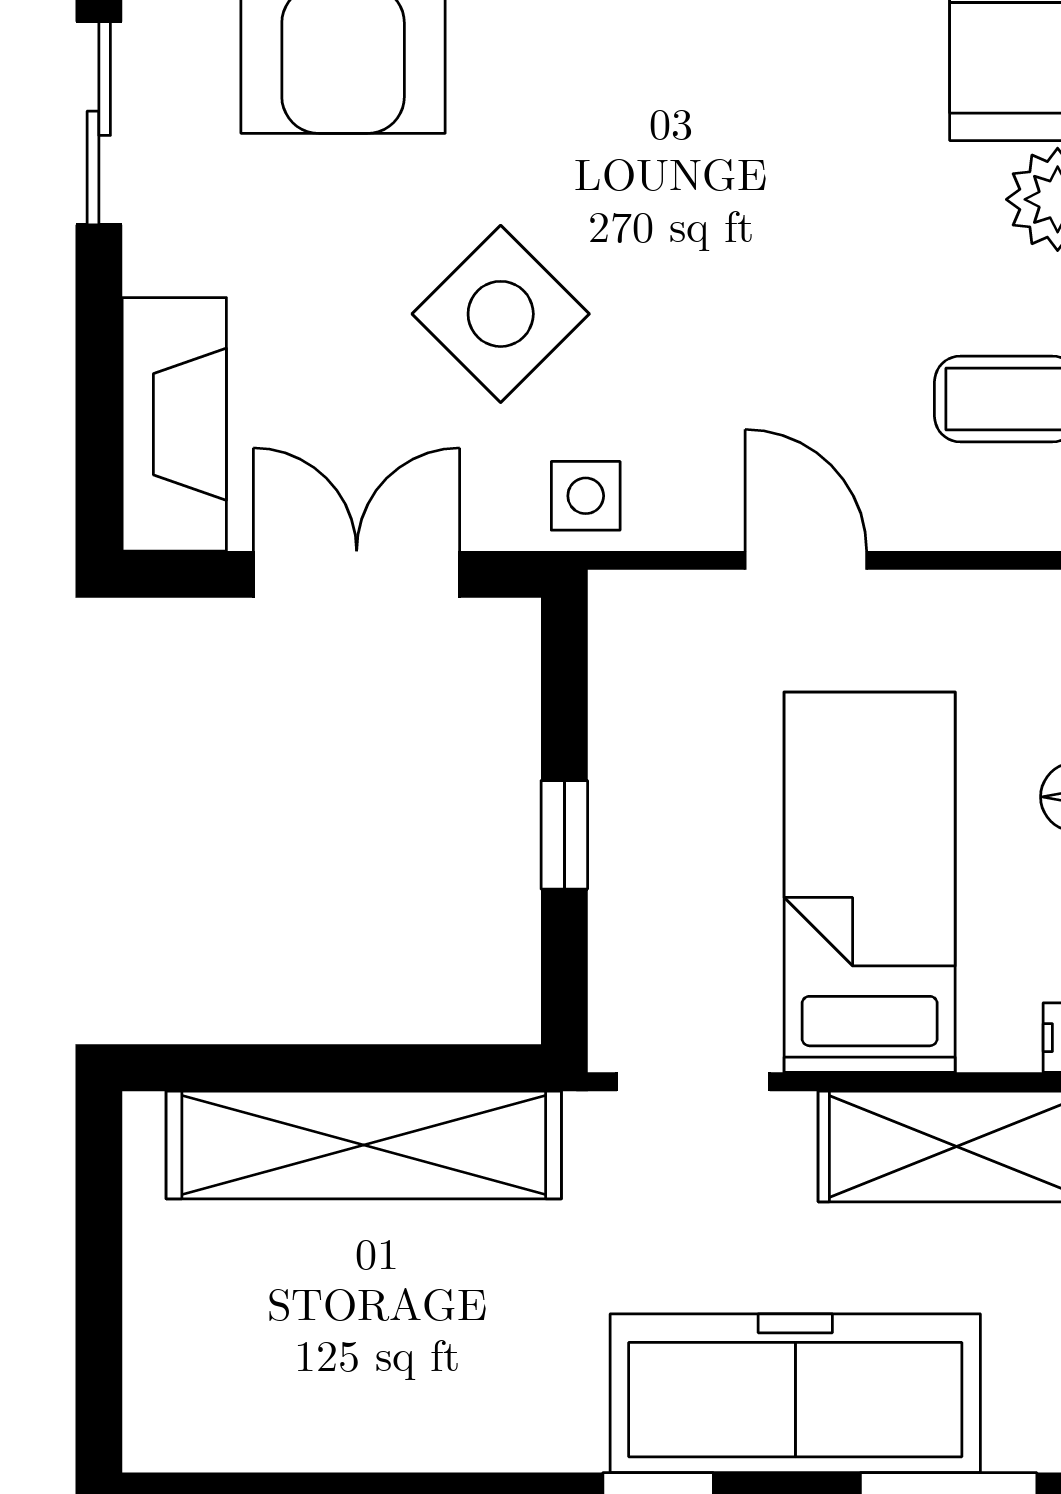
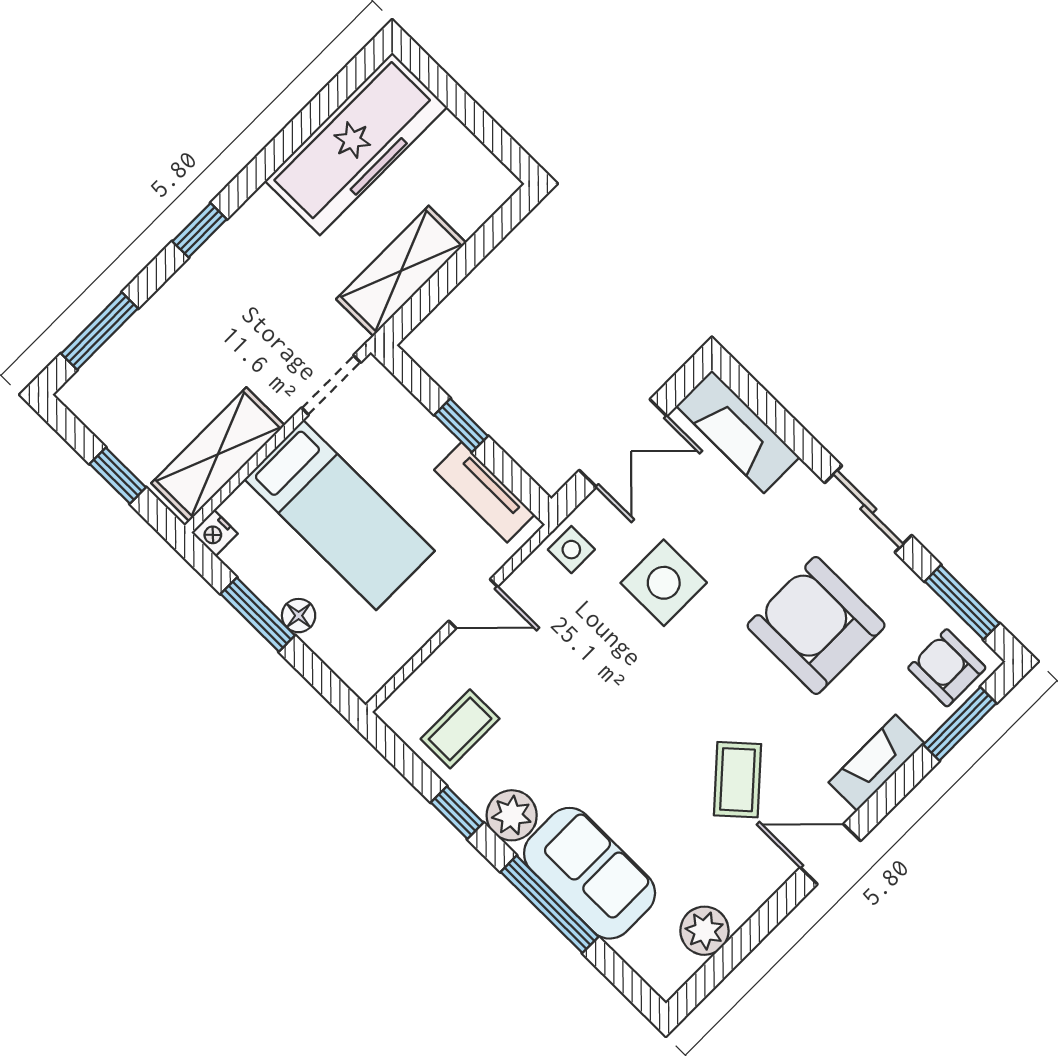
side table: (501, 314) -> (664, 583), turned 45
tv unit: (628, 705) -> (484, 492), added
shelving: (364, 1145) -> (401, 271), width x0.68
freezer: (795, 1393) -> (356, 144), moved

